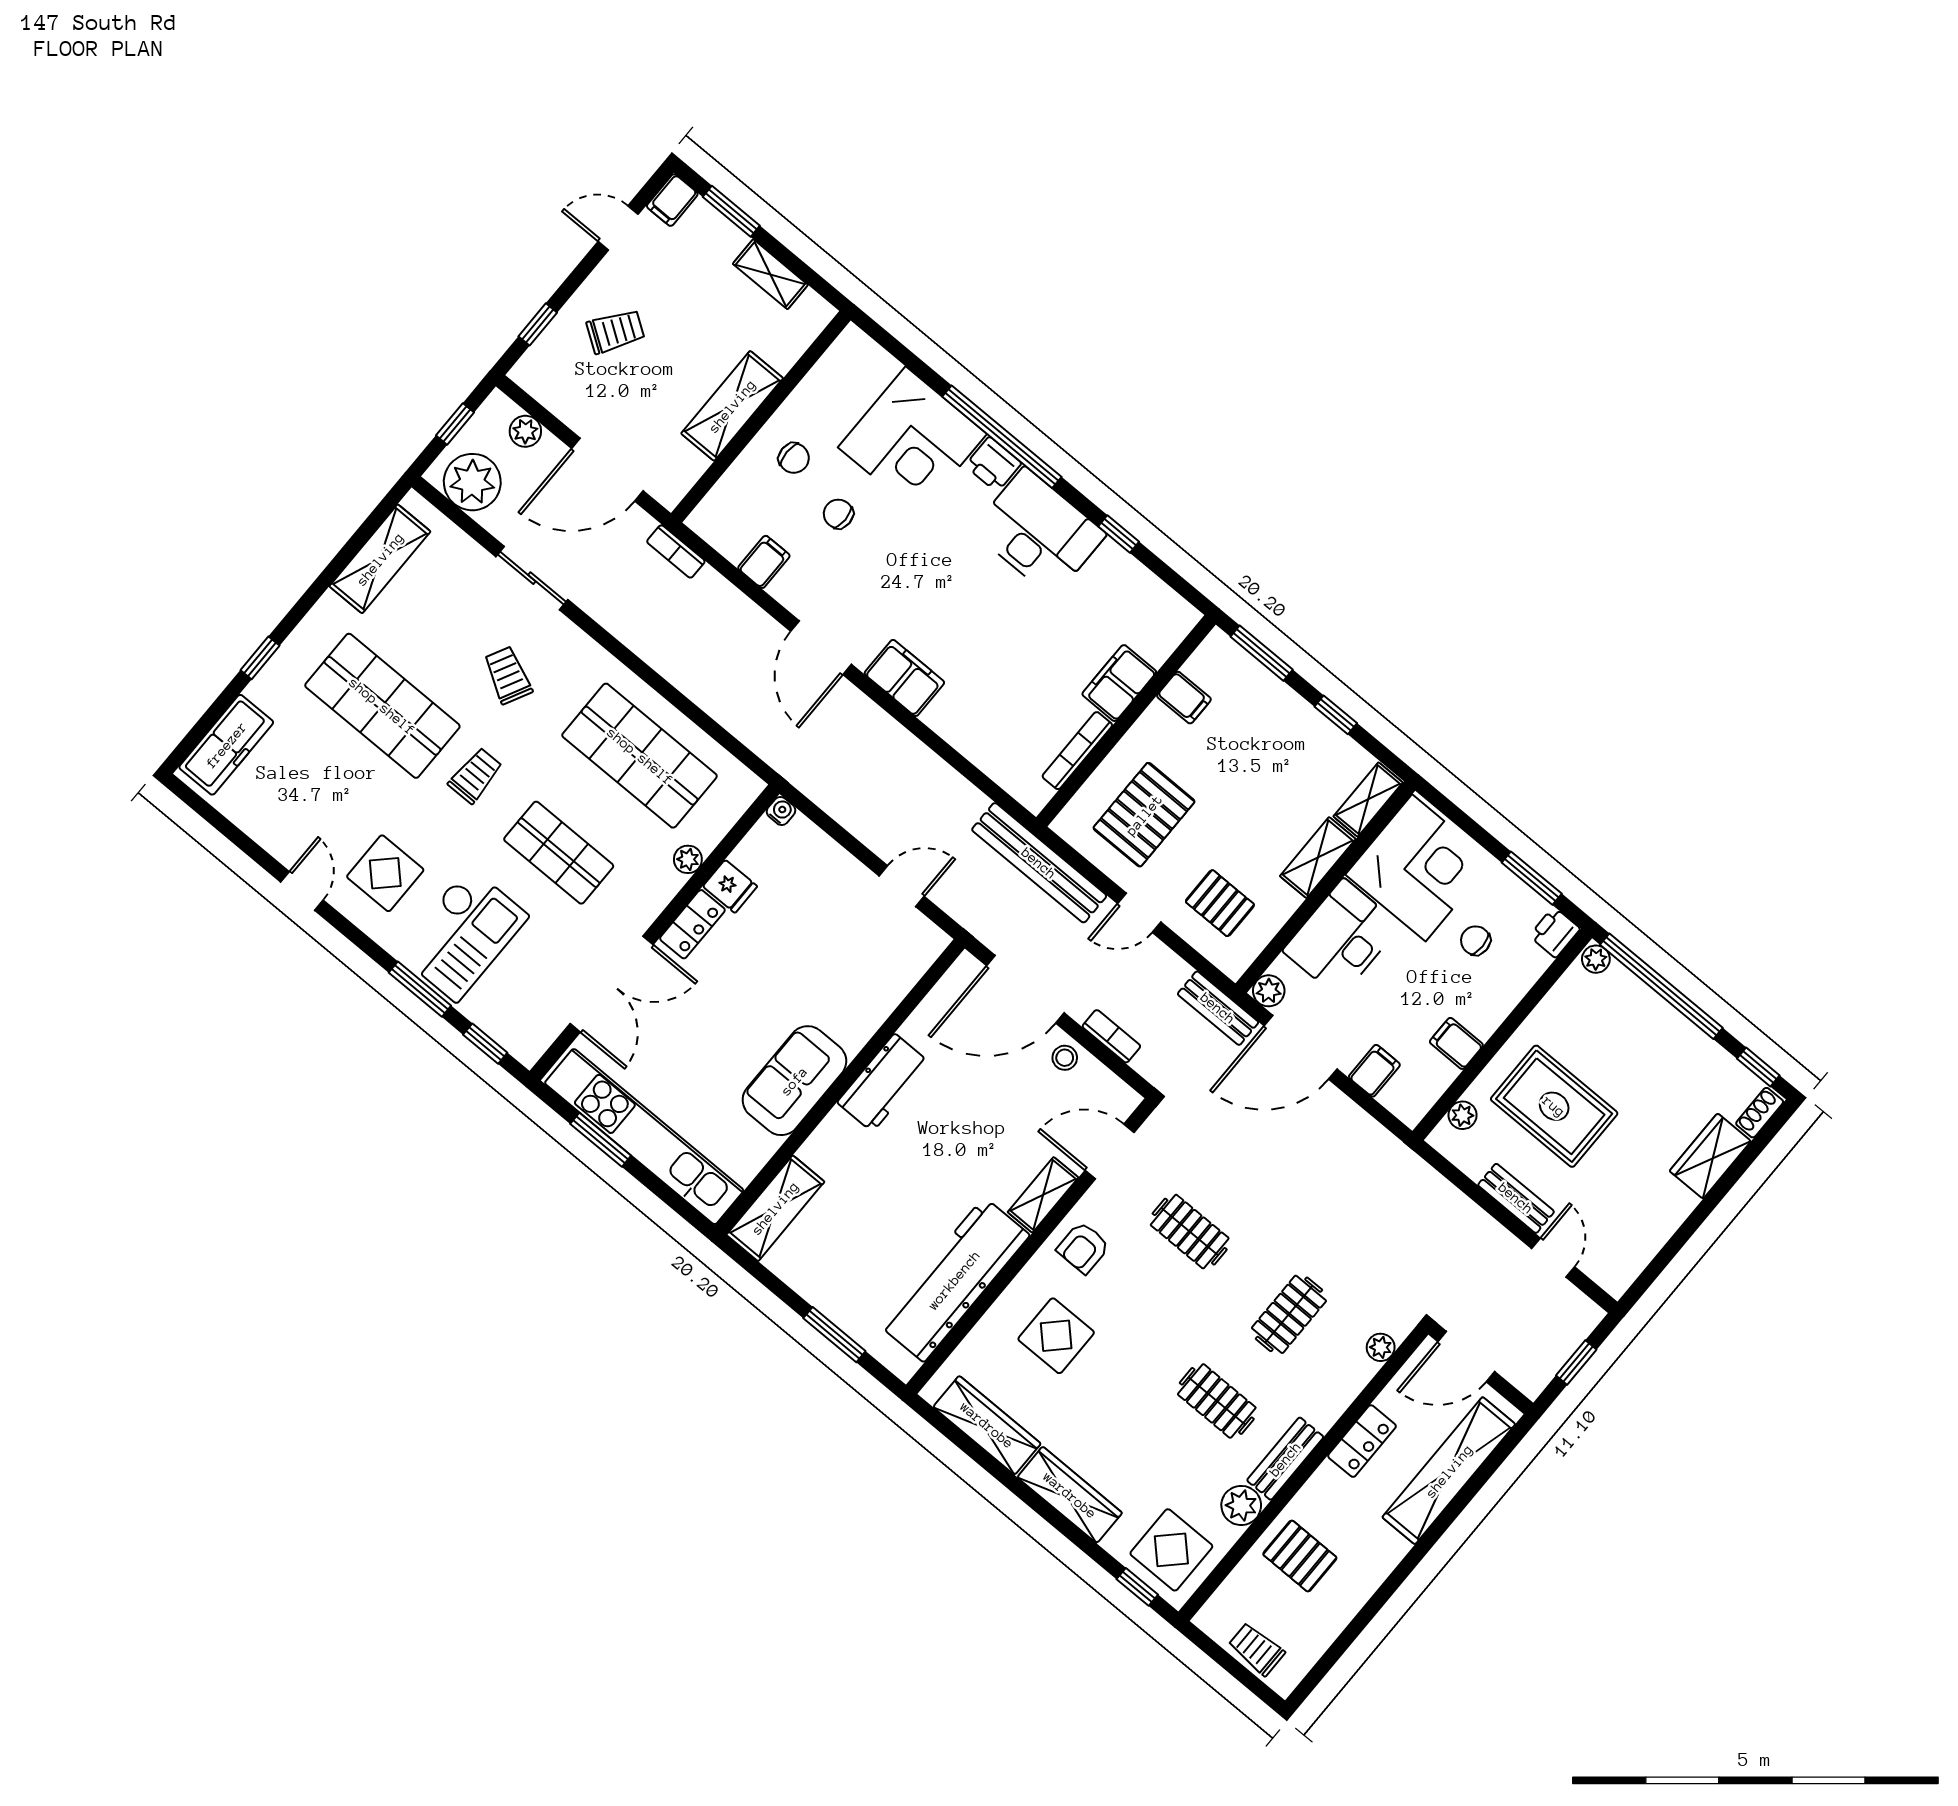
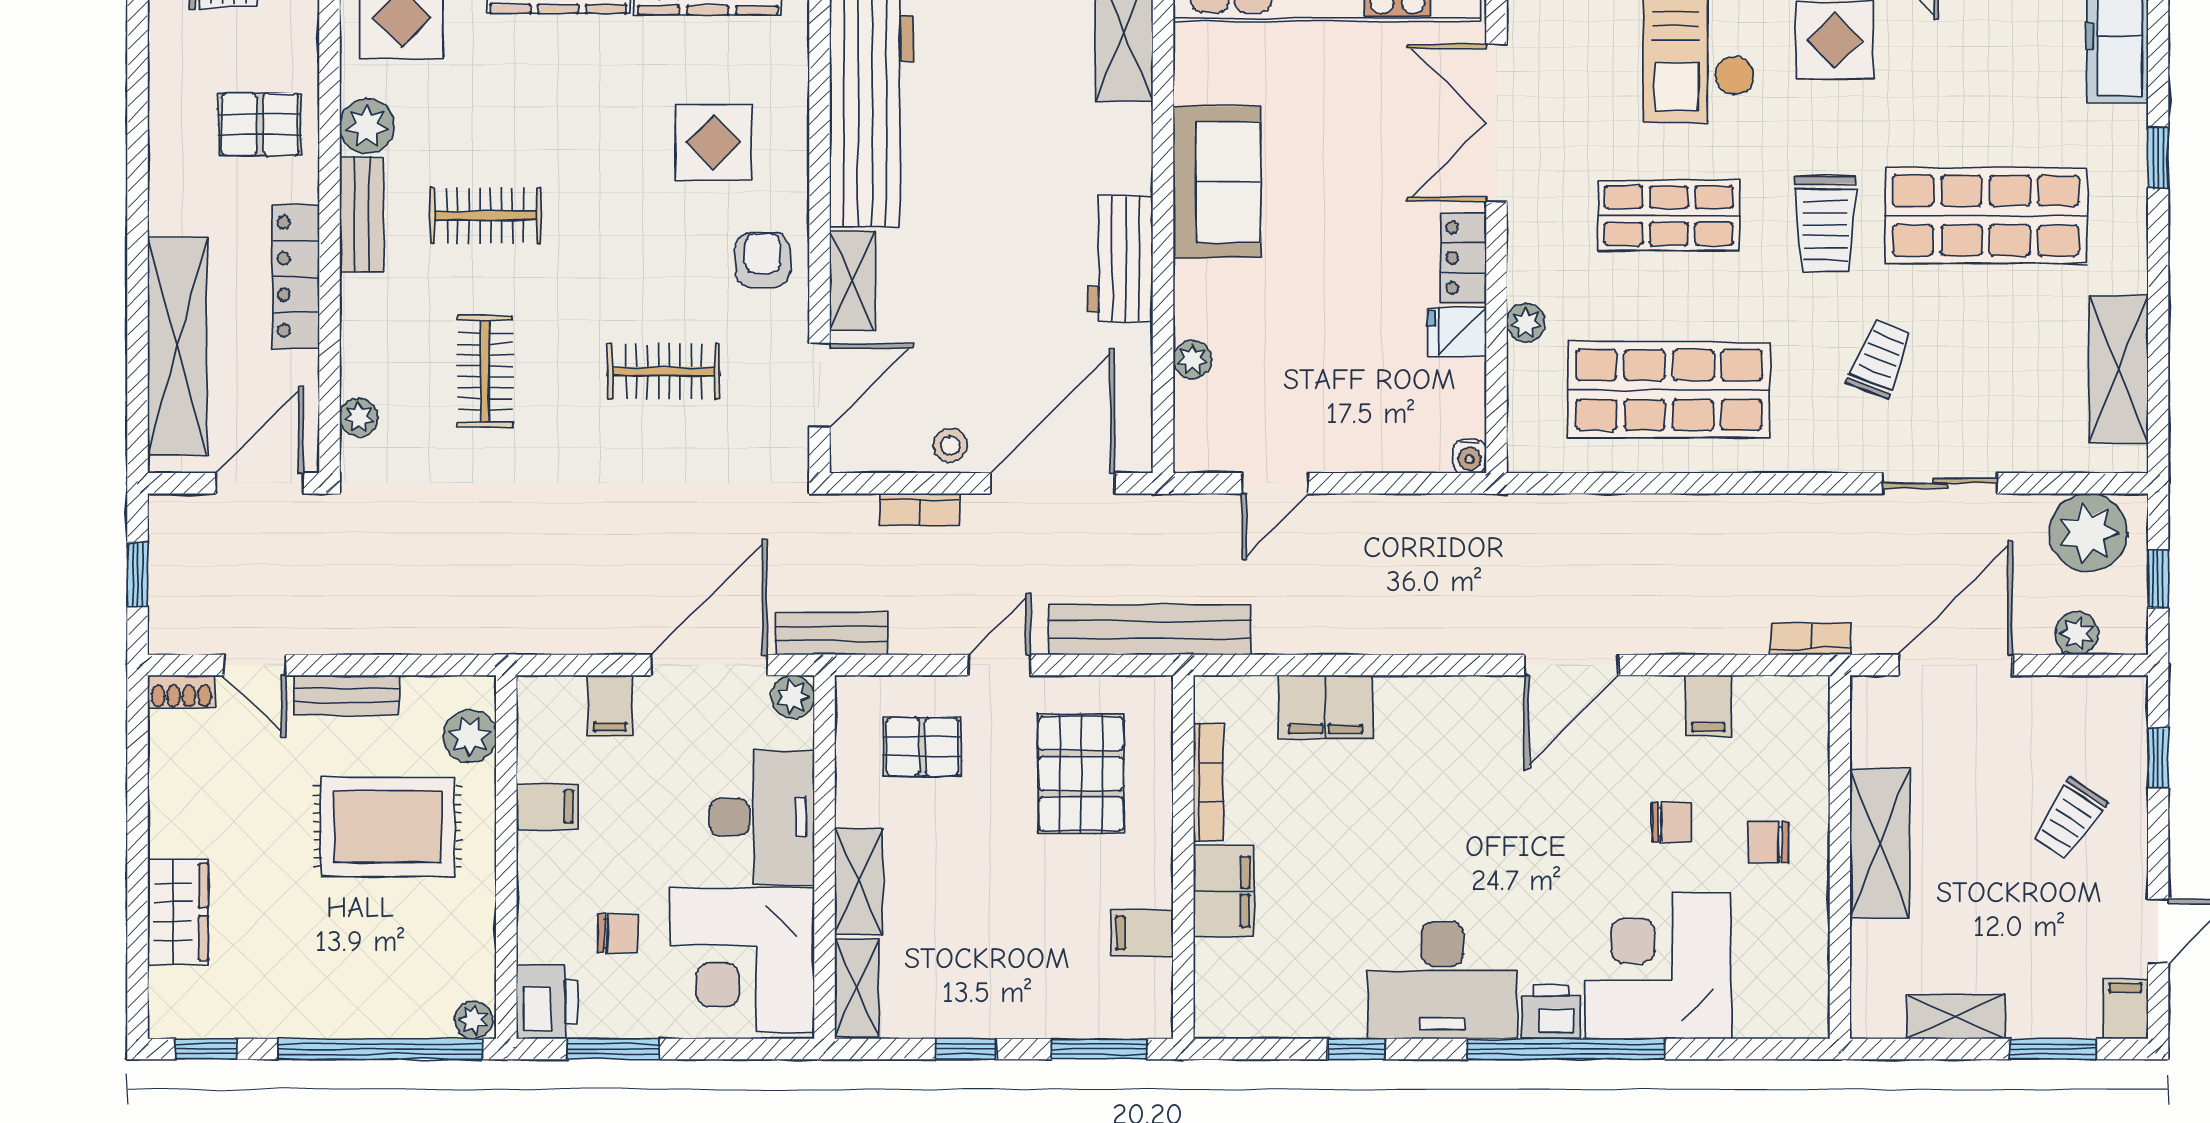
door: (821, 648) -> (1571, 665), swing flipped
trolley: (508, 675) -> (1880, 359), turned -95
filing cabinet: (904, 678) -> (1325, 707), moved
trolley: (475, 776) -> (1826, 224), width x1.36, depth x1.39
printer: (1555, 932) -> (547, 1002), width x1.36, depth x1.24
plant: (890, 993) -> (1192, 360), added
shoe rack: (1760, 1113) -> (181, 692), moved, turned 90
plant: (1463, 1115) -> (470, 736), width x1.38, depth x1.38
locker: (1362, 1441) -> (296, 277), width x1.53

